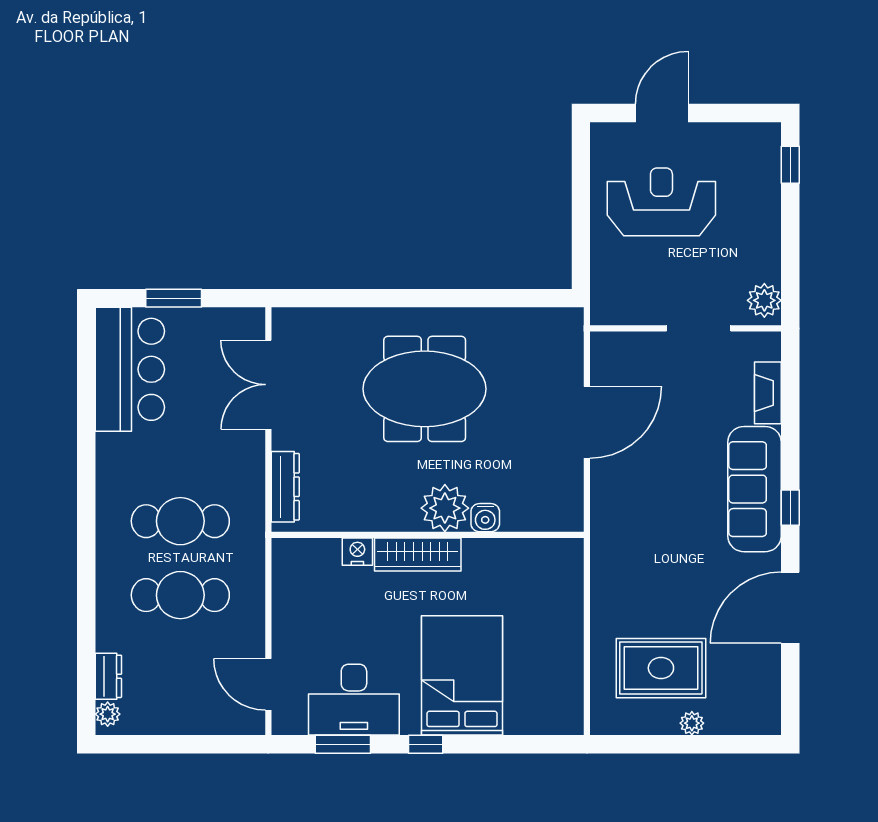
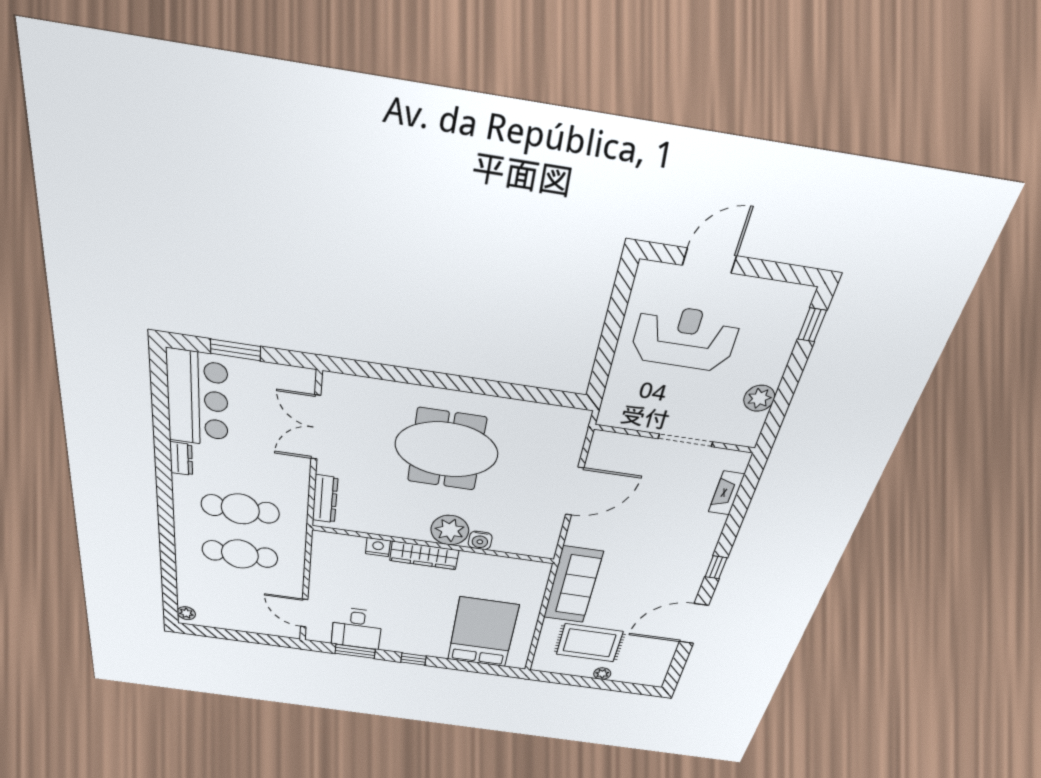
plant: (764, 300) -> (759, 398), moved
sofa: (755, 489) -> (573, 585), moved, turned 180
bed: (462, 675) -> (483, 632), moved
dresser: (108, 676) -> (181, 459), moved
desk: (354, 700) -> (357, 628), width x0.73

